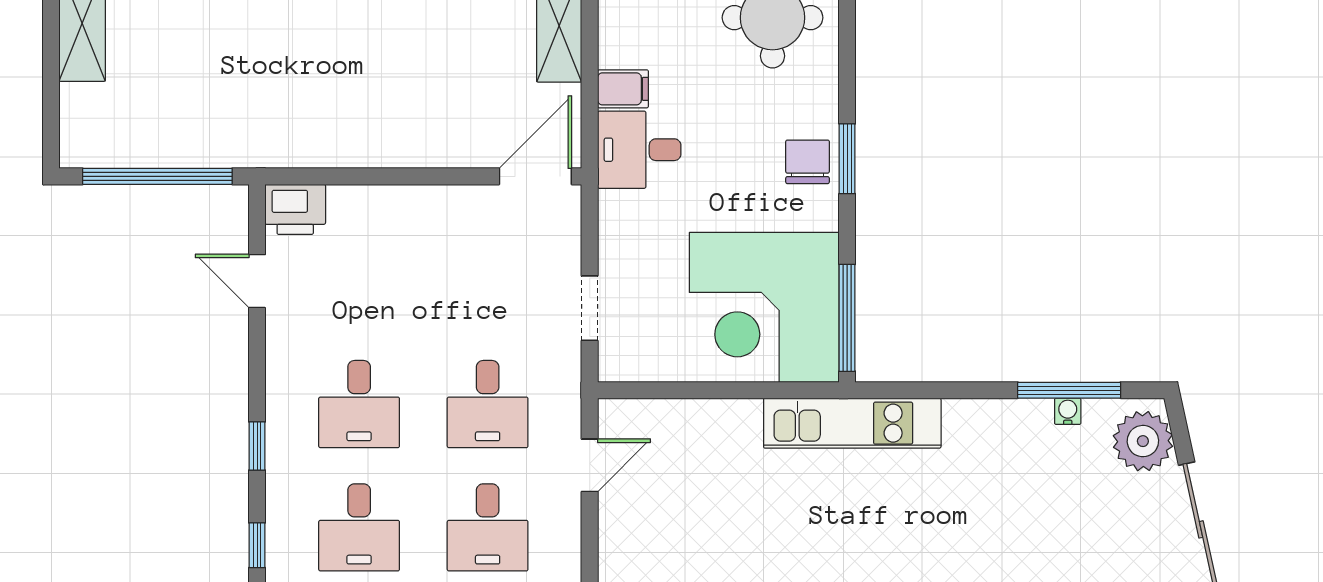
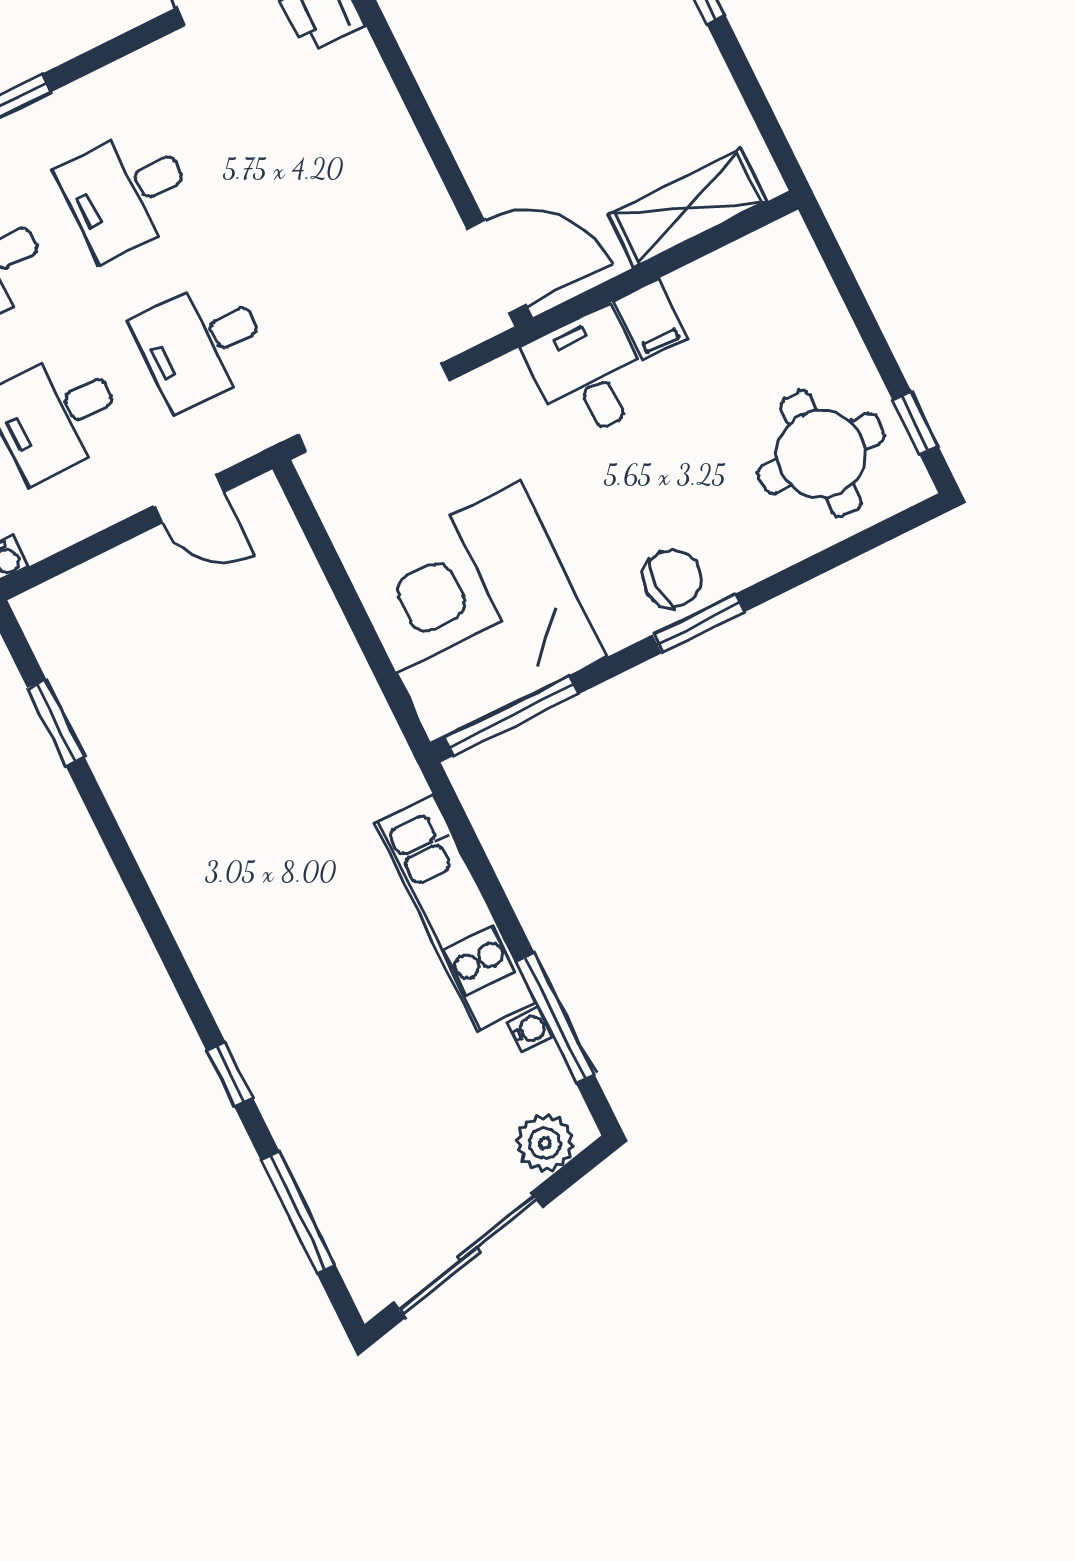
doorway: (590, 308) -> (373, 408), width x1.88
kitchen unit: (852, 423) -> (455, 913), moved
plant: (1143, 441) -> (545, 1143), width x0.73, depth x0.73

